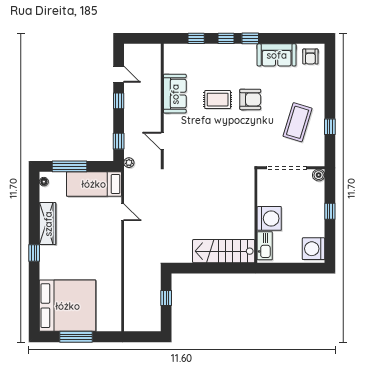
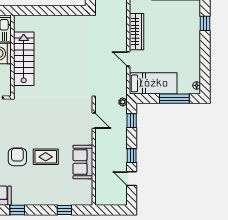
window: (226, 38) -> (38, 210), removed
armchair: (250, 99) -> (17, 157), turned 90
wardrobe: (48, 224) -> (136, 32), moved, turned 180
stairs: (224, 251) -> (24, 59), moved, turned -90

